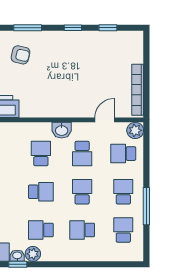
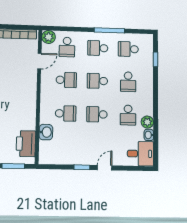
door: (105, 120) -> (39, 61), swing flipped
washbasin: (62, 130) -> (46, 132), moved
school desk: (41, 154) -> (66, 113), turned 180
school desk: (41, 192) -> (97, 114), turned -90
window: (18, 264) -> (155, 59), moved

